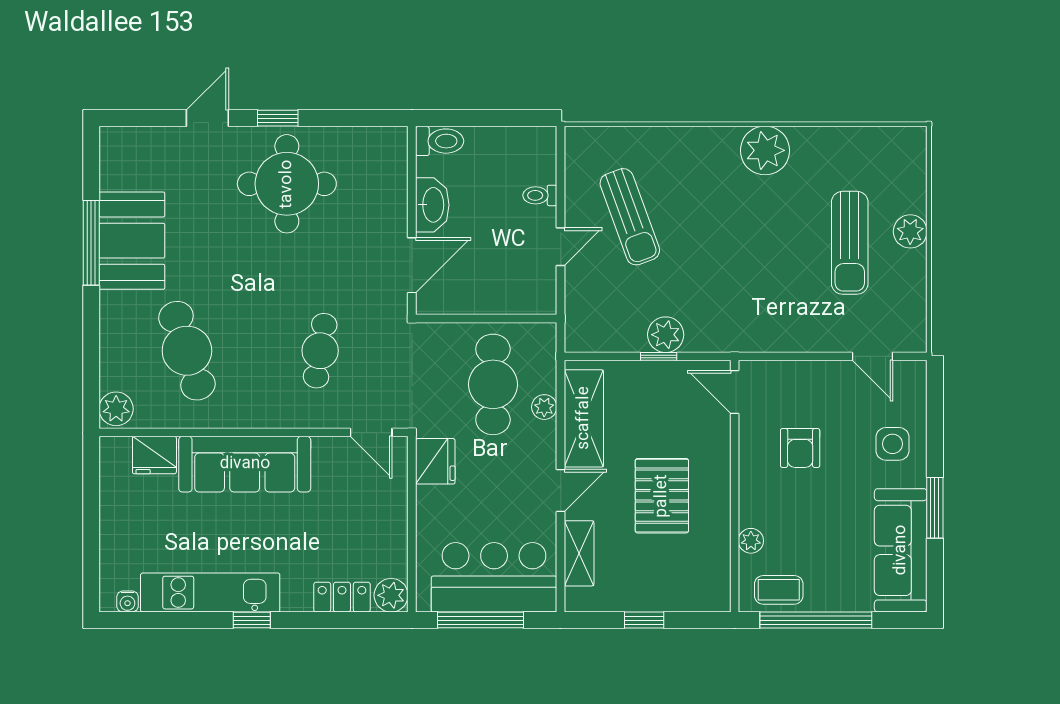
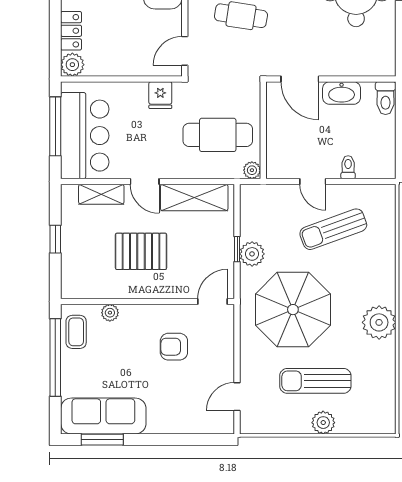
parasol: (746, 275) -> (293, 310), added
plant: (544, 407) -> (252, 170), moved
side table: (892, 444) -> (177, 410), removed
fridge: (435, 461) -> (160, 95), width x0.72
window: (935, 508) -> (102, 440), moved

